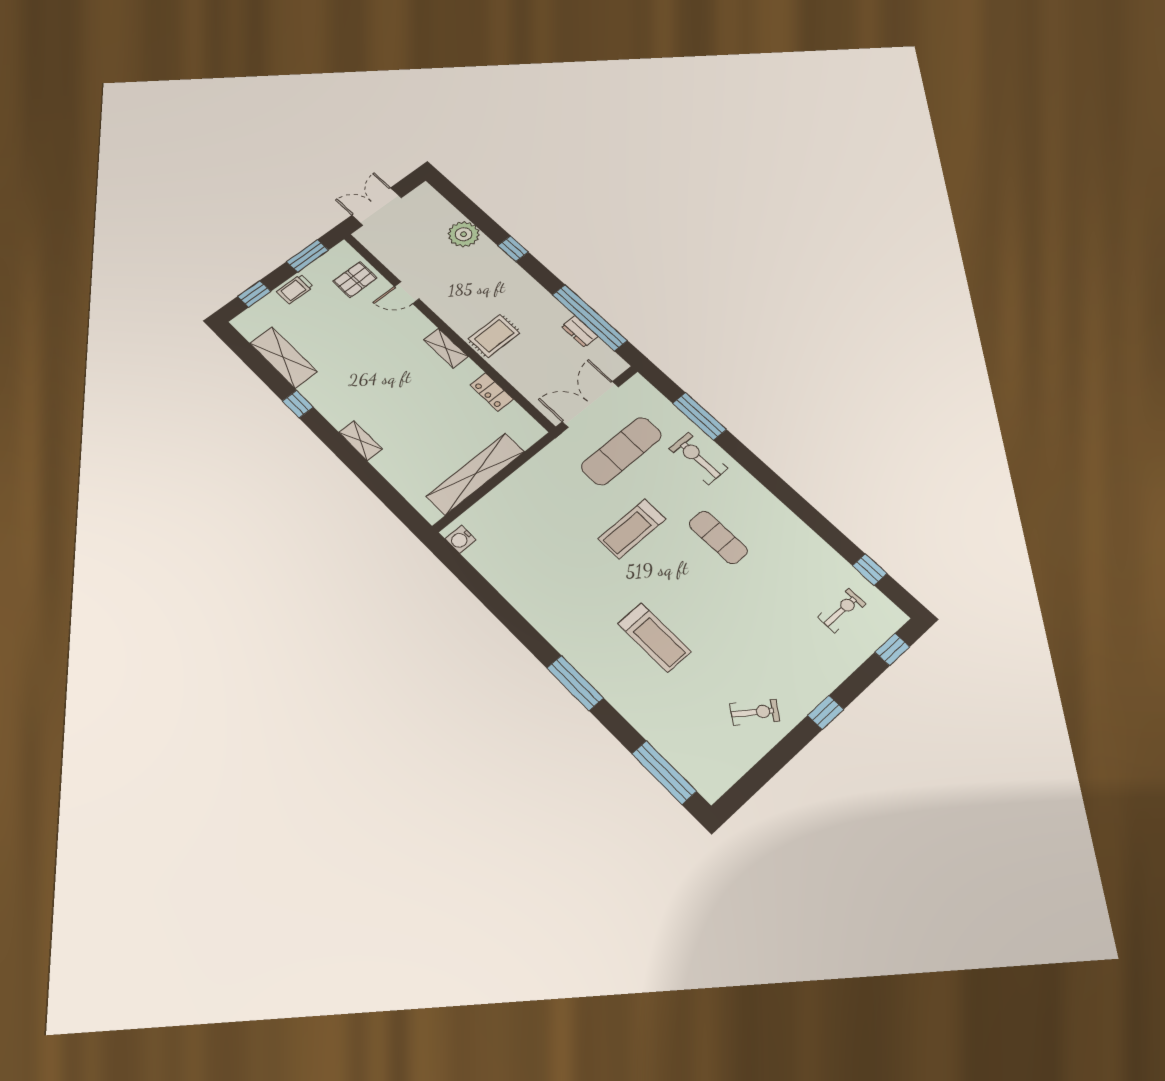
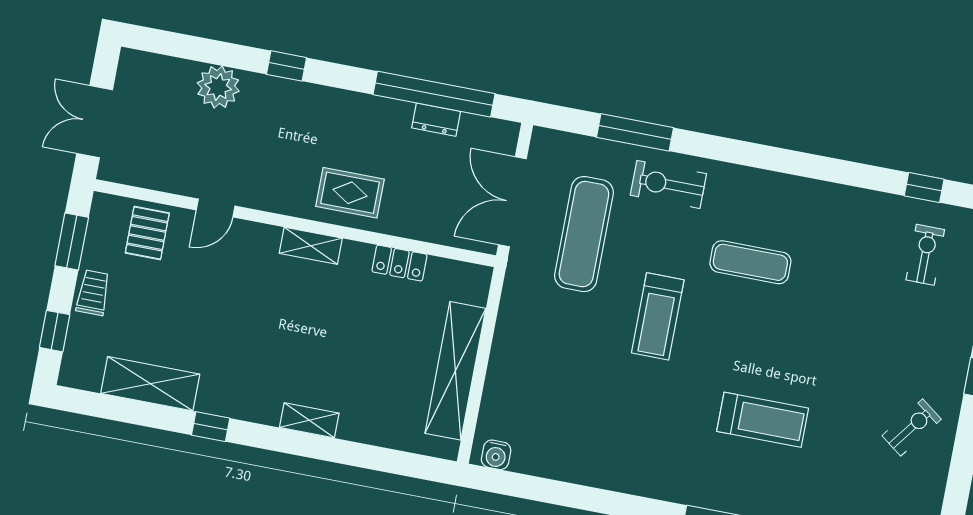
trolley: (295, 289) -> (93, 293), turned 180
rug: (494, 336) -> (350, 193), turned 90

